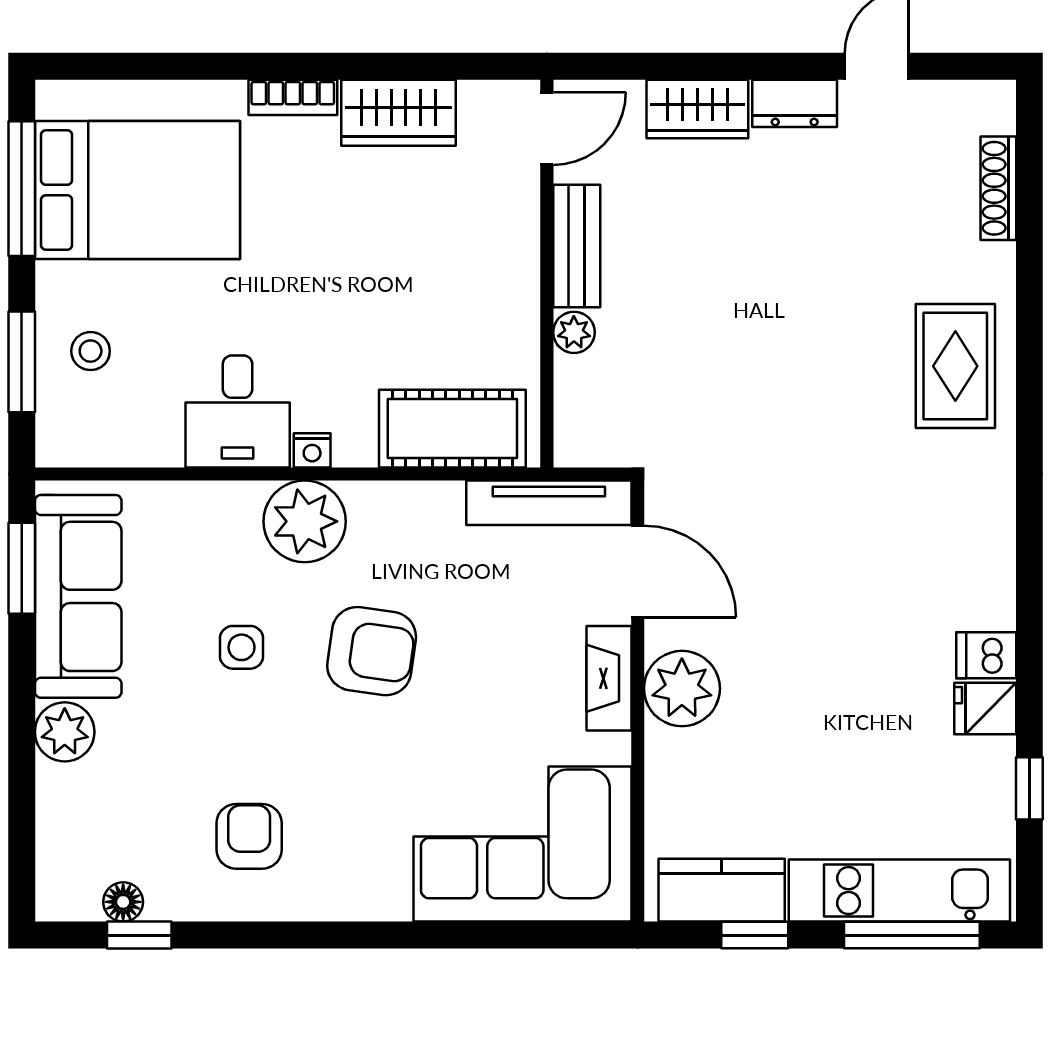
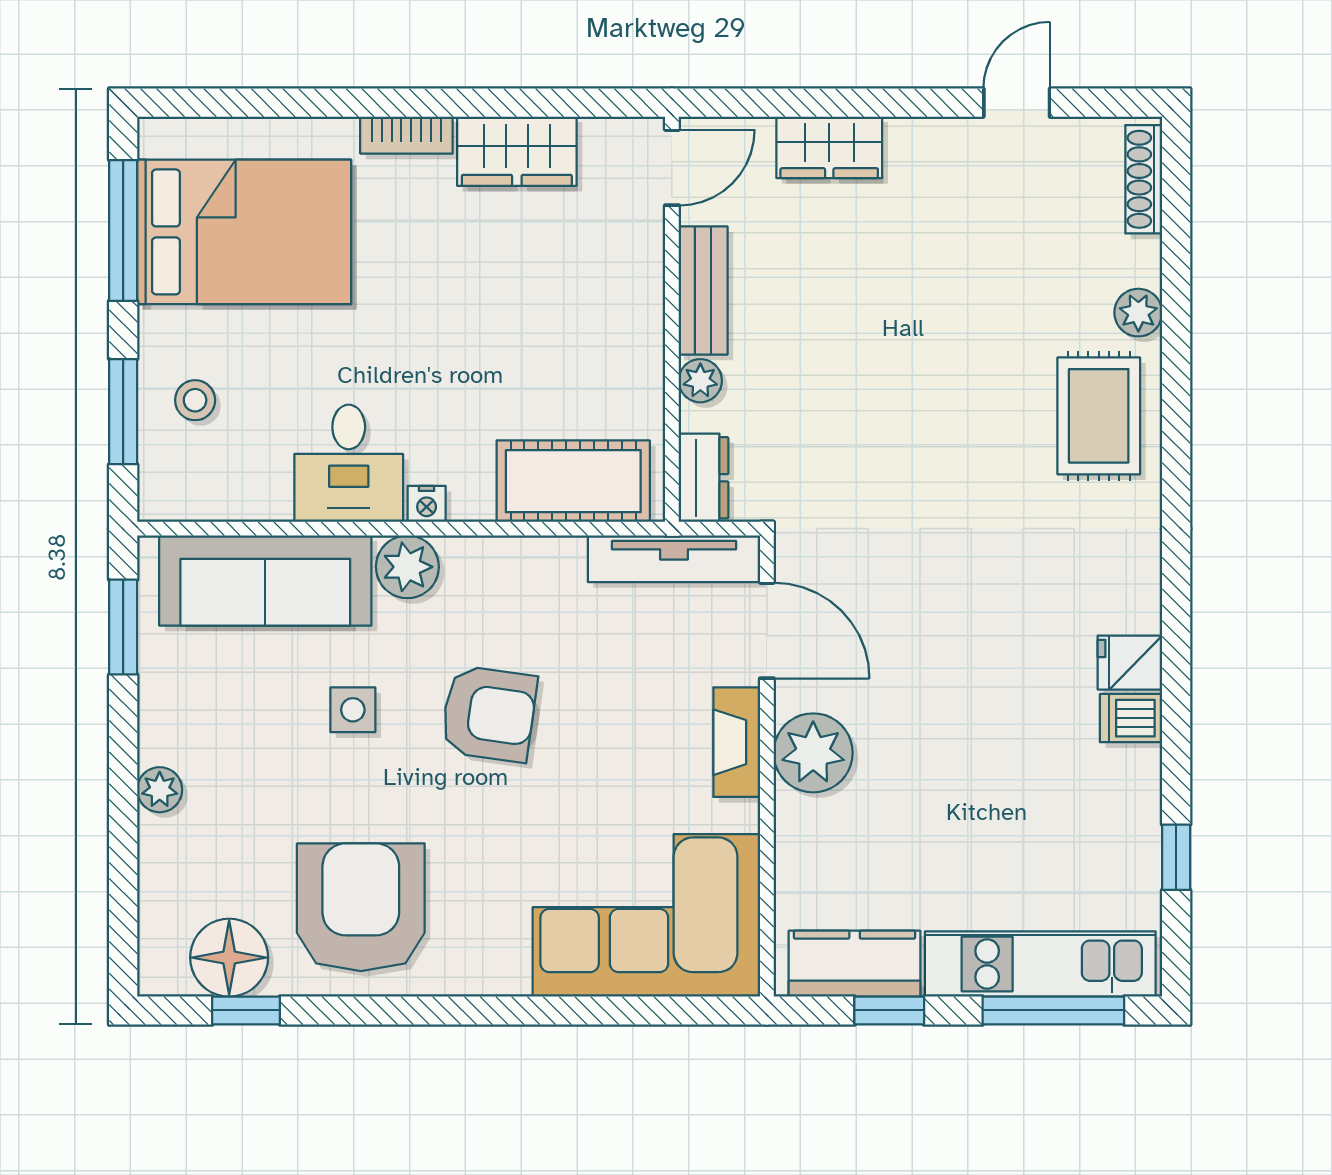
dresser: (795, 103) -> (703, 478), moved, turned -90
shoe rack: (998, 188) -> (1144, 179), moved
plant: (993, 267) -> (1138, 313), added
plant: (305, 521) -> (407, 567), width x0.73, depth x0.73
sofa: (78, 596) -> (265, 580), moved, turned 90
fridge: (985, 709) -> (1130, 663), moved
plant: (65, 732) -> (160, 790), width x0.73, depth x0.73
armchair: (249, 836) -> (361, 907), width x1.88, depth x1.88
floor lamp: (123, 902) -> (229, 958), width x1.89, depth x1.89

